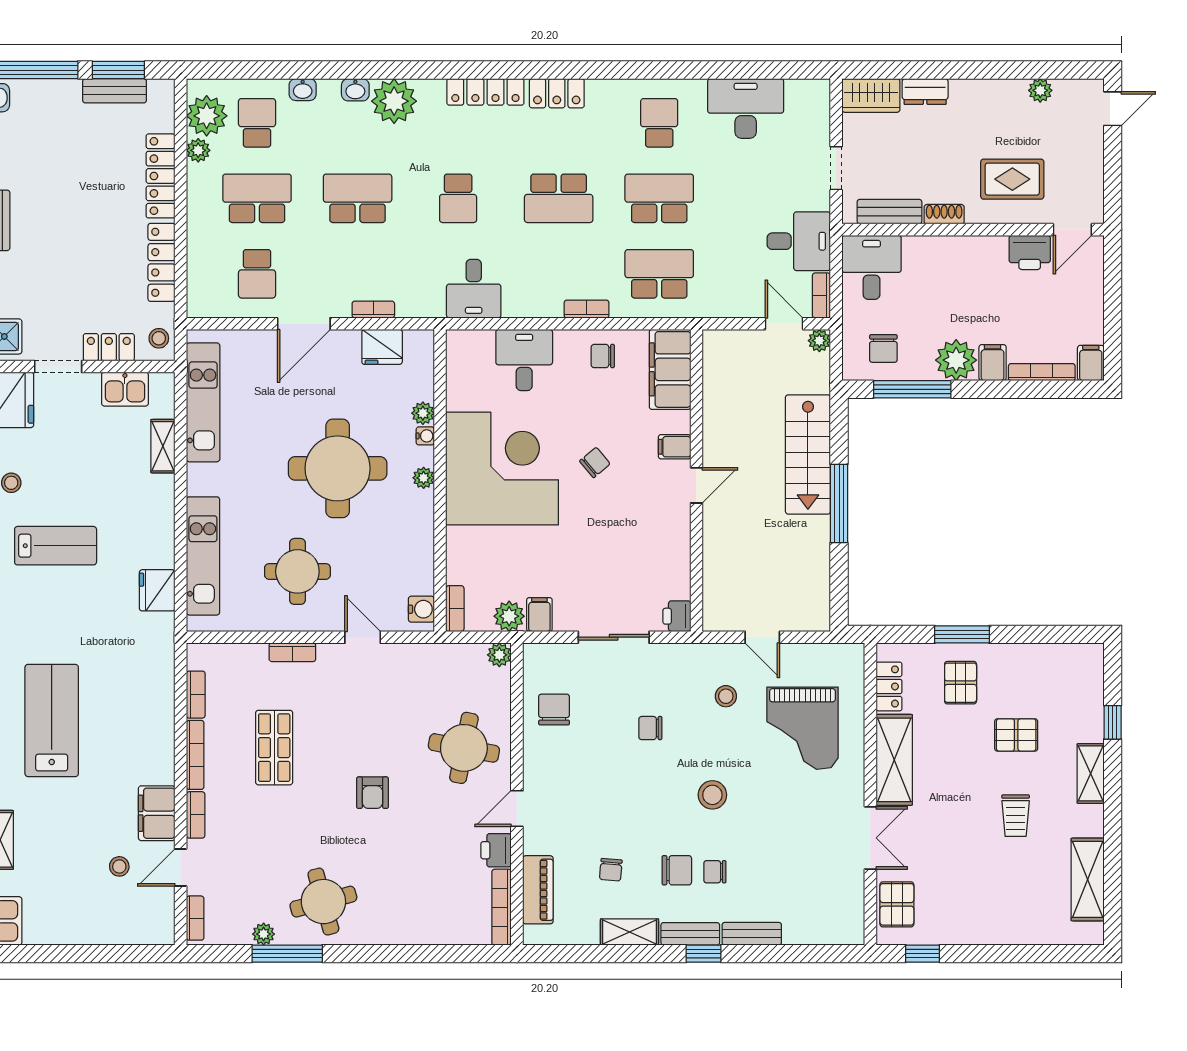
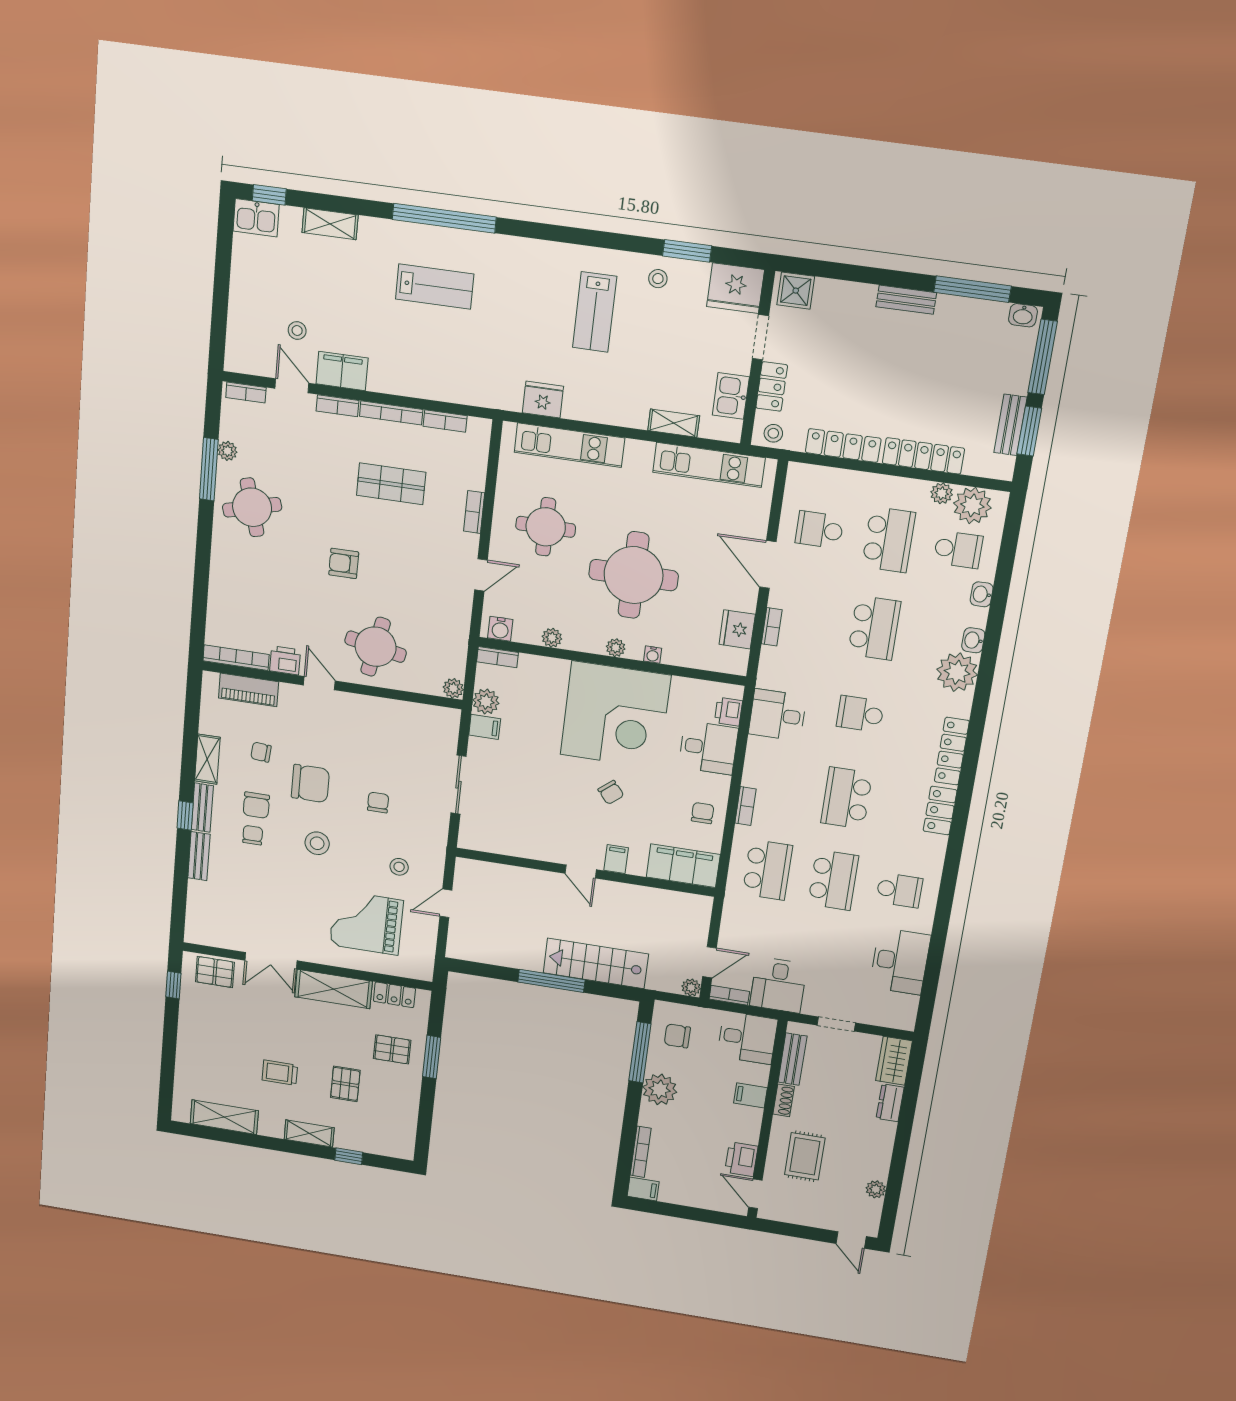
filing cabinet: (993, 363) -> (750, 1095), moved, turned 180
plant: (423, 413) -> (552, 638), moved
printer: (677, 616) -> (728, 712), moved, turned -90
chair: (554, 710) -> (310, 783), moved, width x1.37, depth x1.37
lab bench: (52, 720) -> (435, 287), width x0.73, depth x0.72

